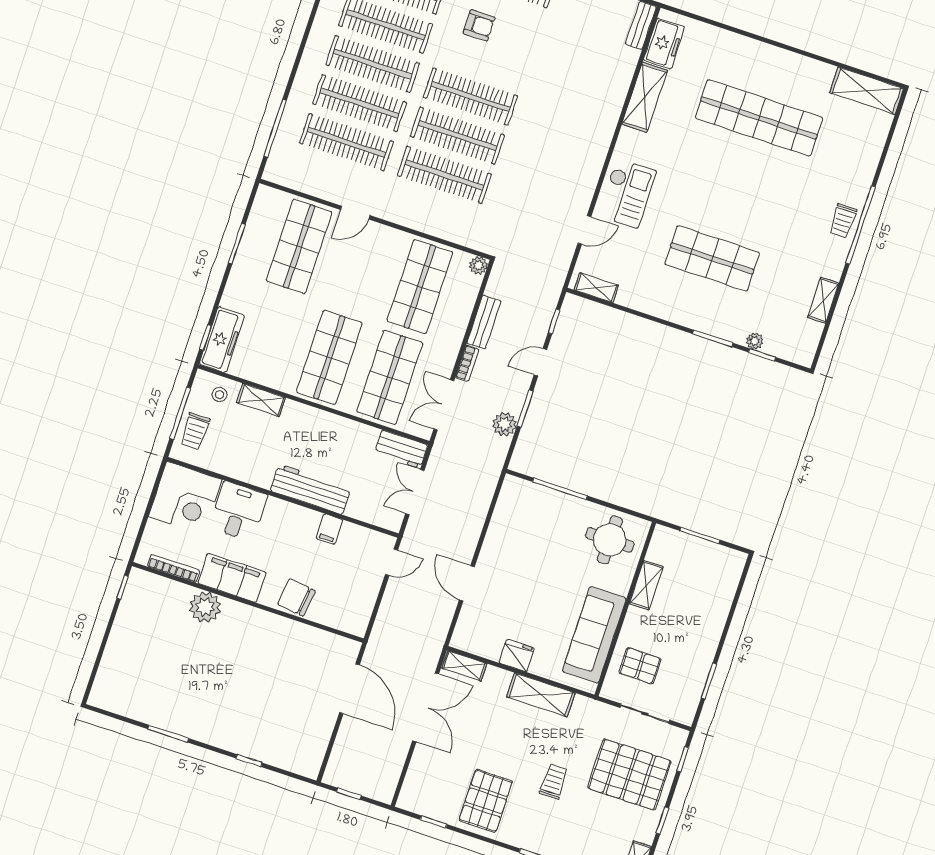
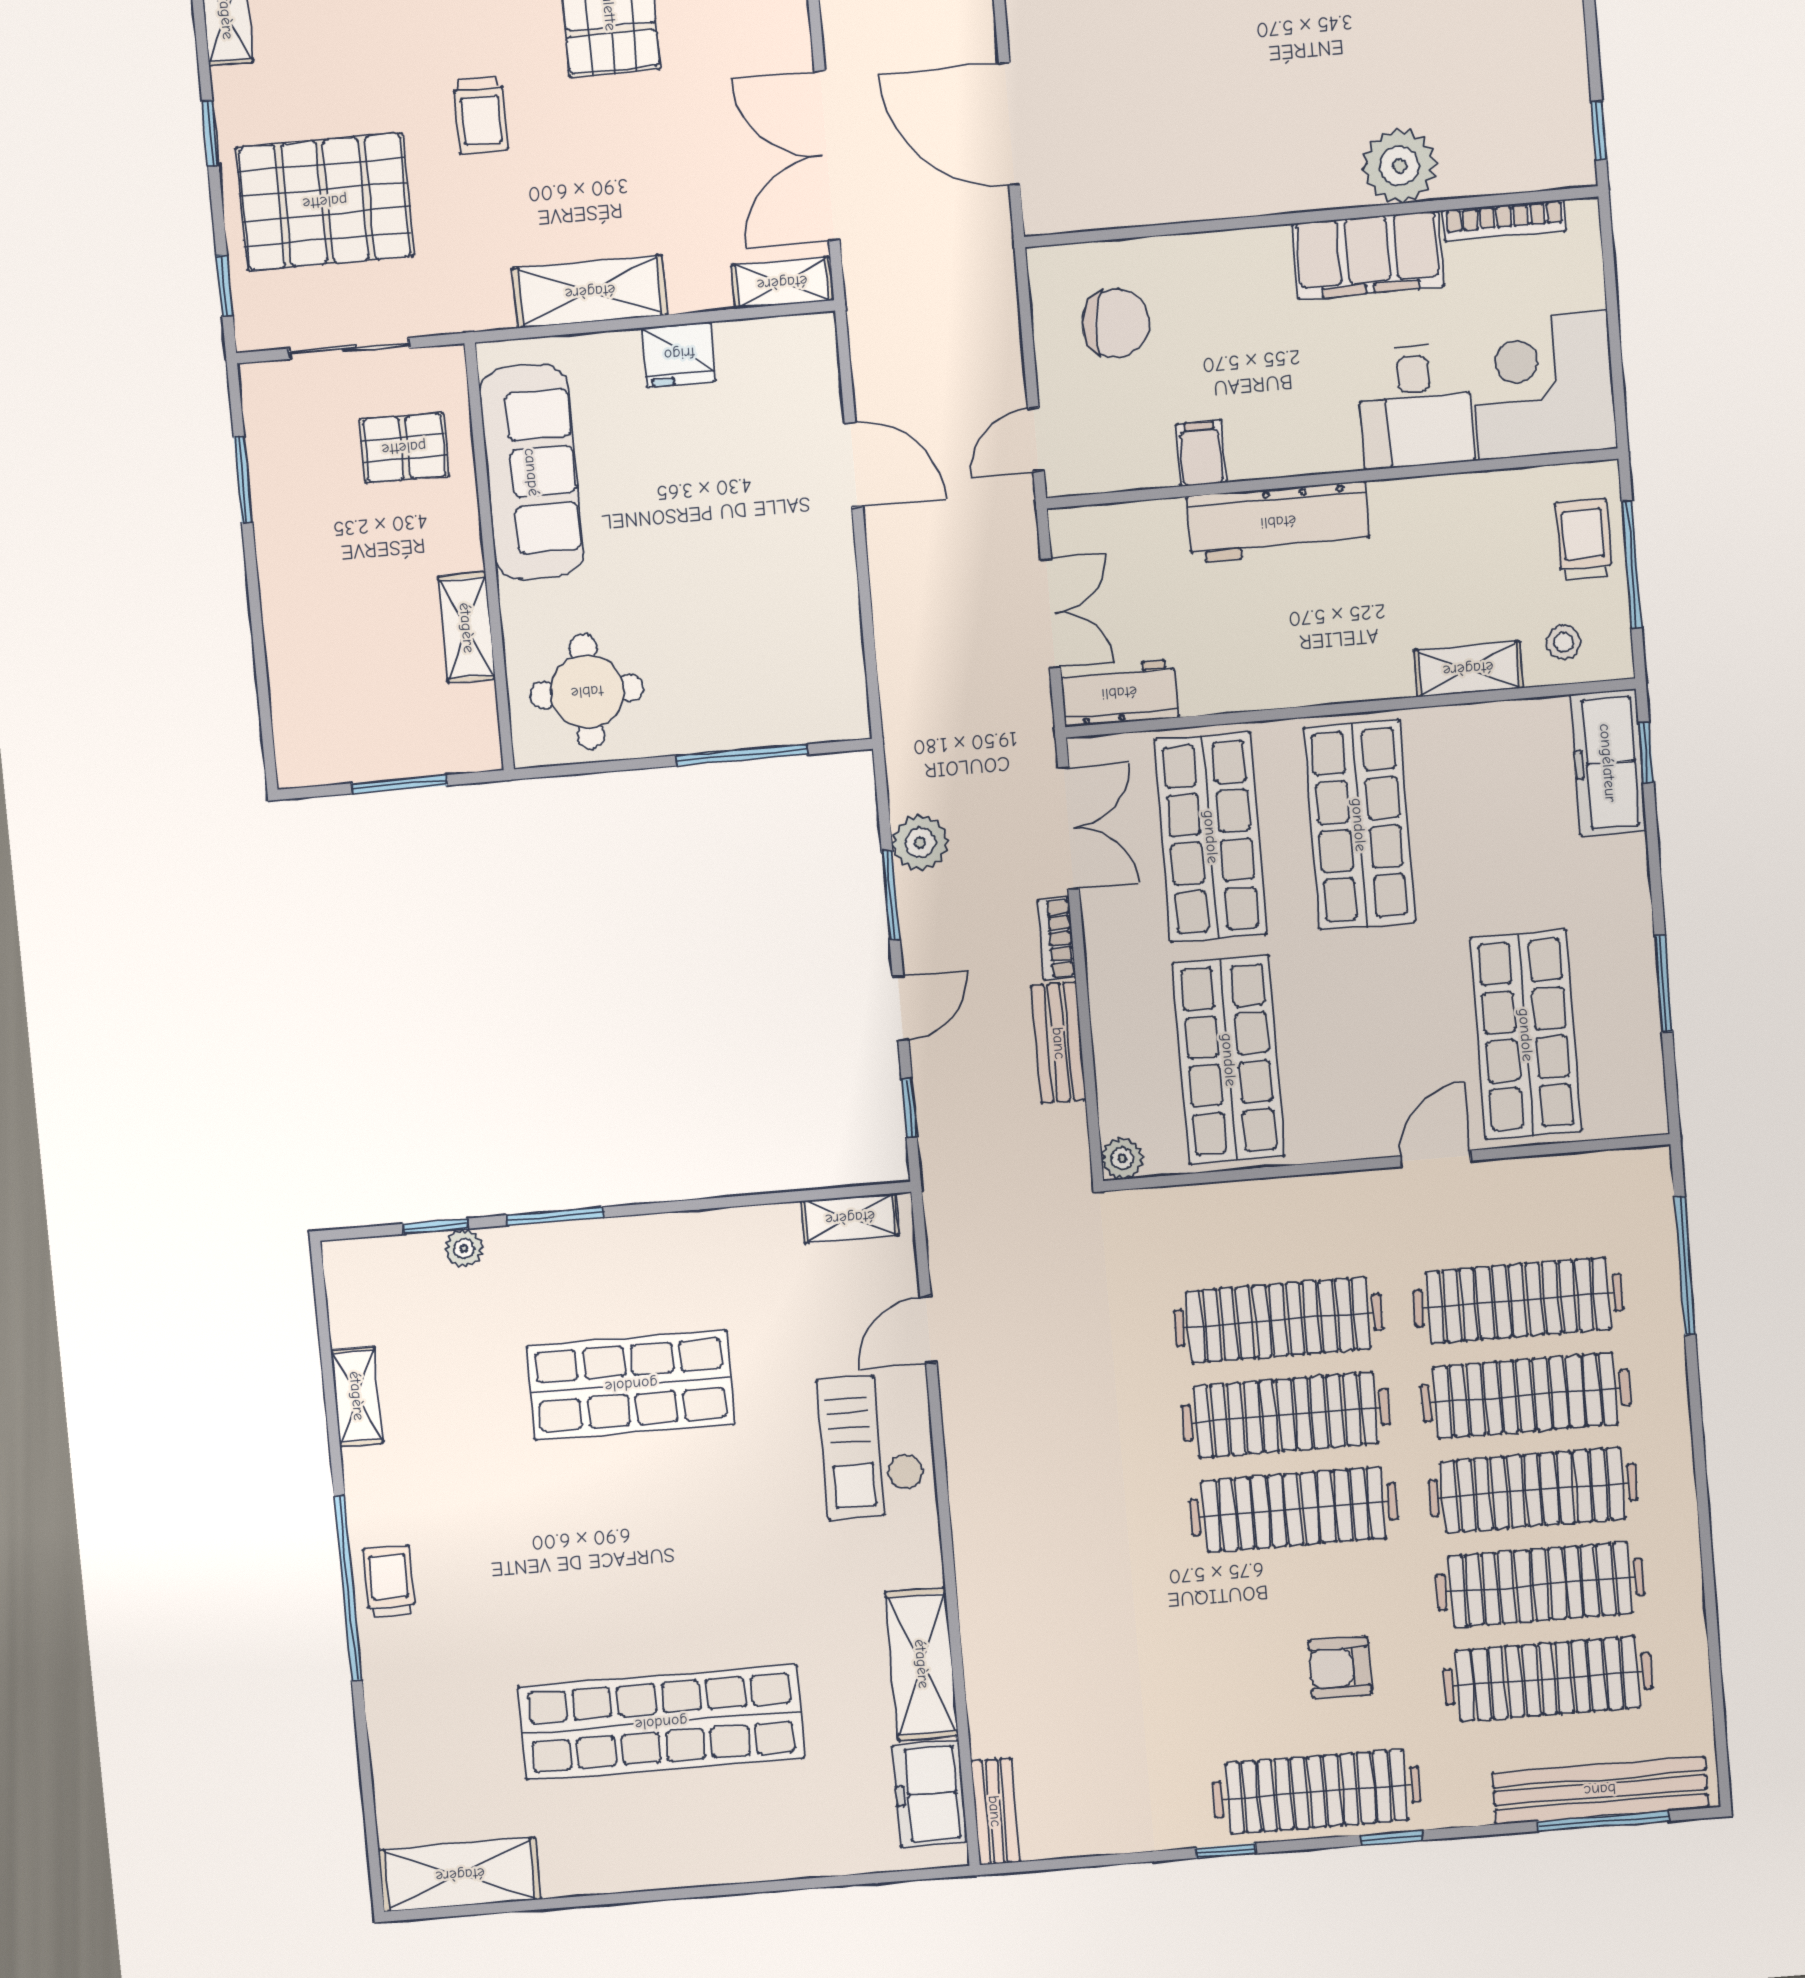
chair: (296, 597) -> (1115, 323), moved

